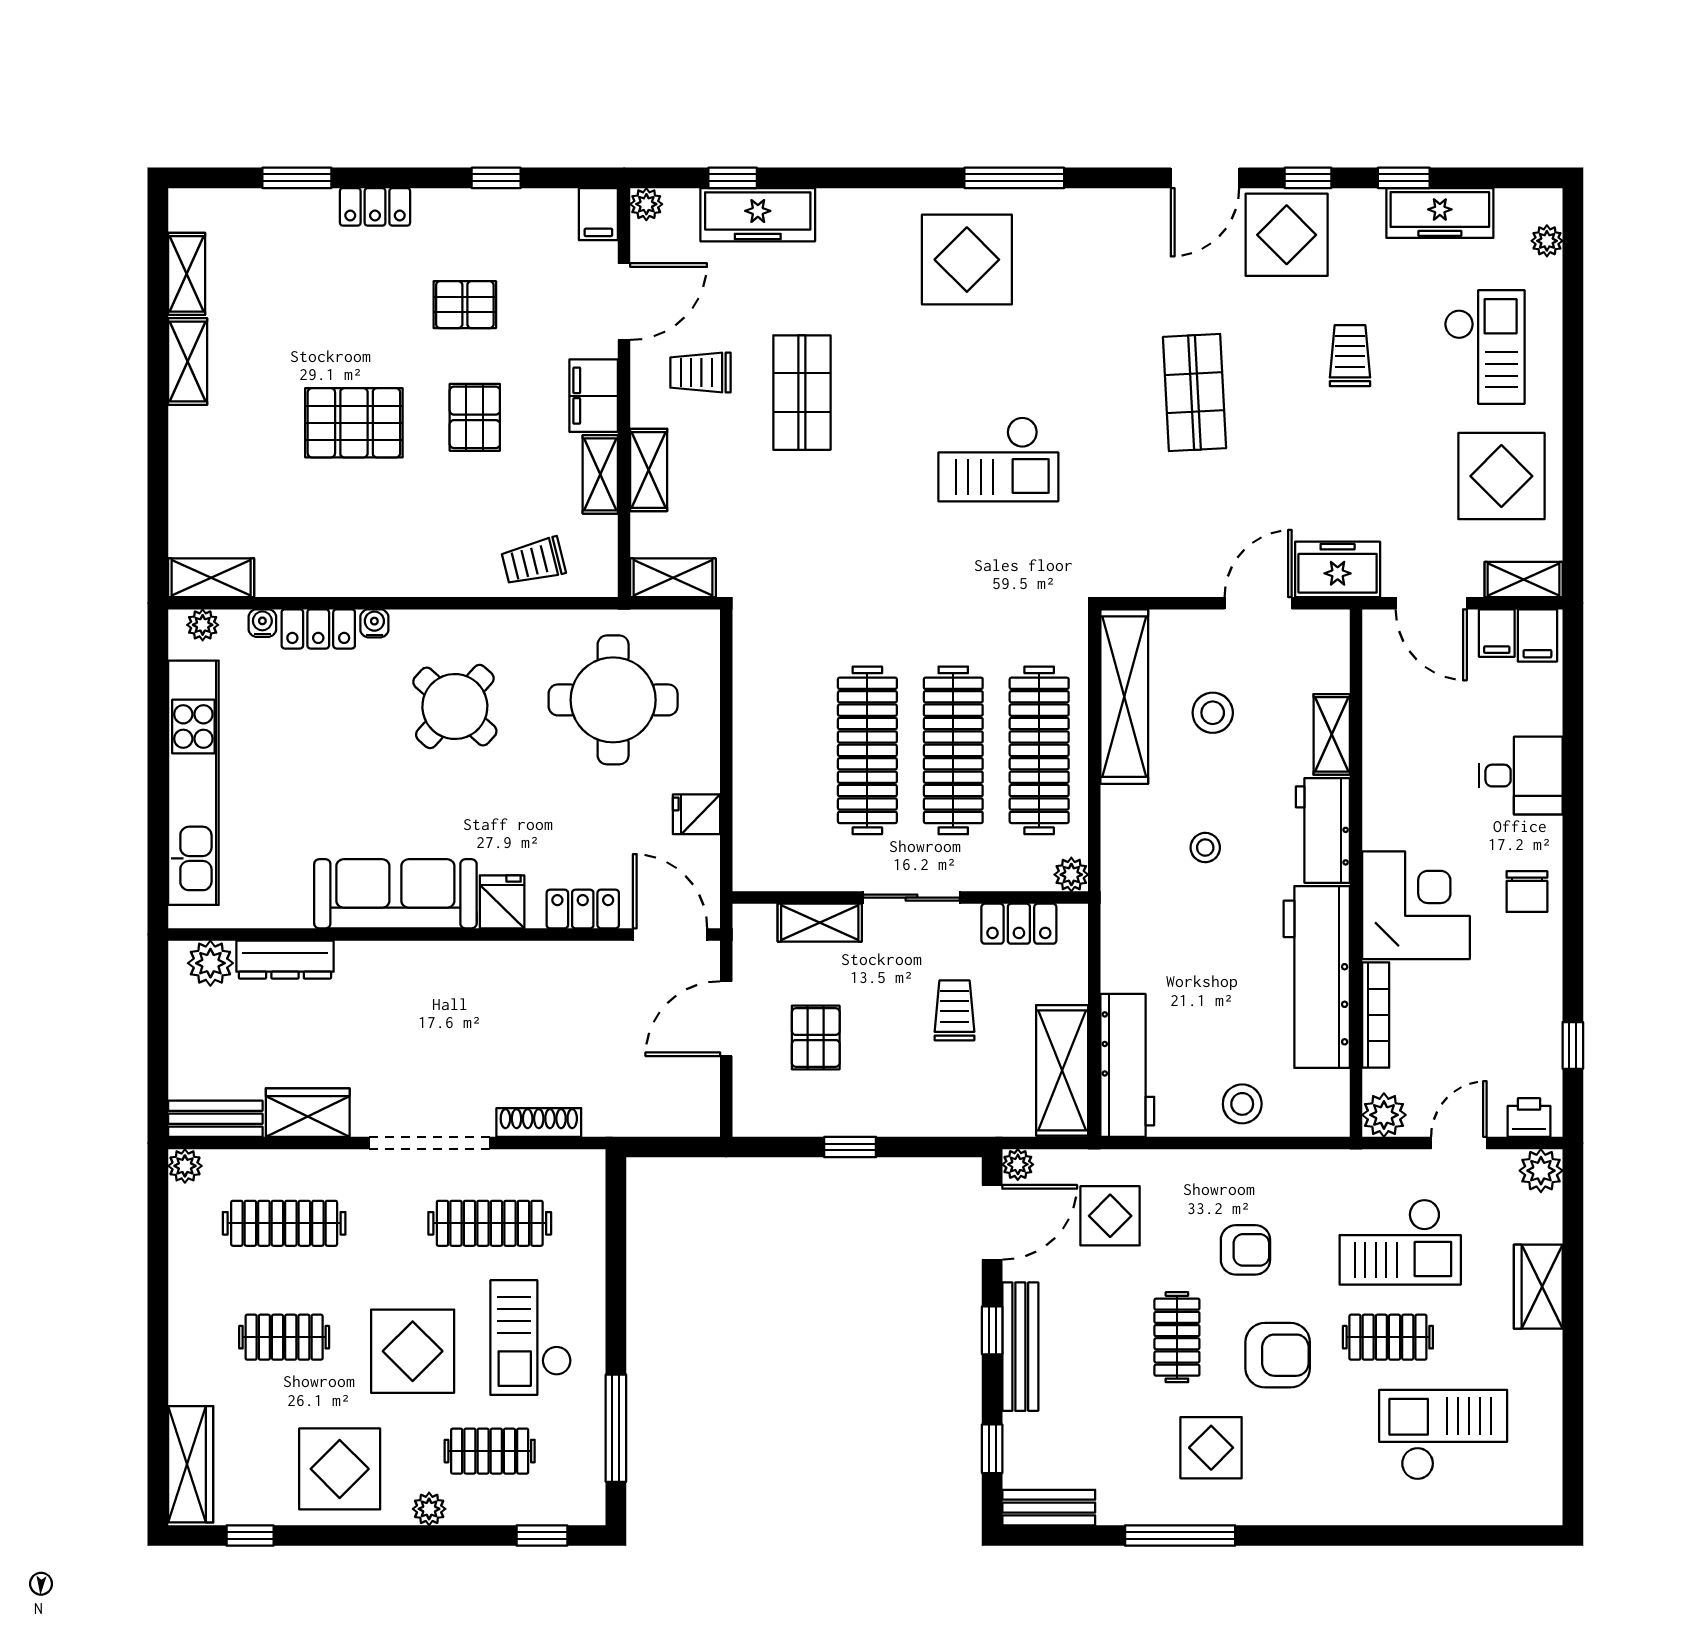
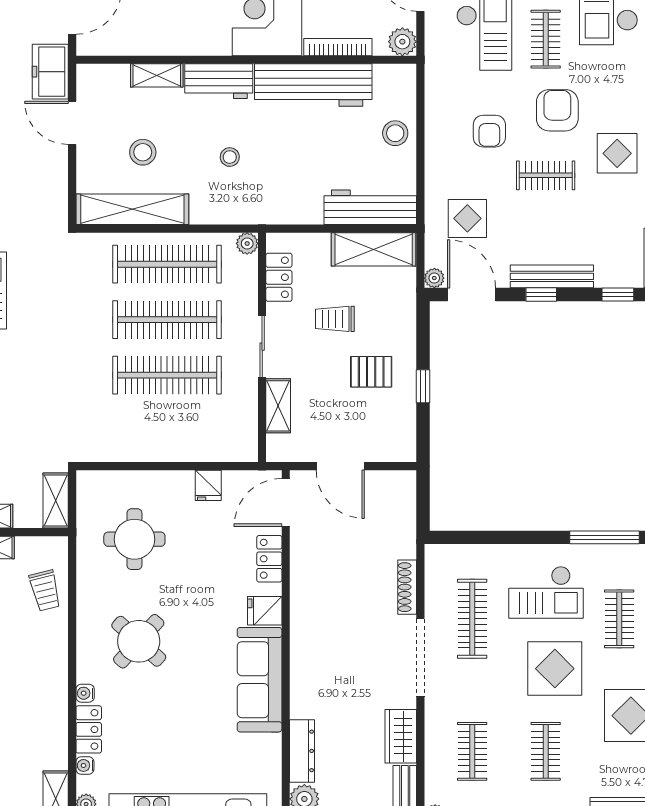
round table: (613, 700) -> (134, 539), width x0.73, depth x0.73
pallet: (816, 1037) -> (371, 372), moved
clothes rail: (284, 1223) -> (472, 751), width x0.73
armchair: (1245, 1250) -> (489, 131), turned 180

